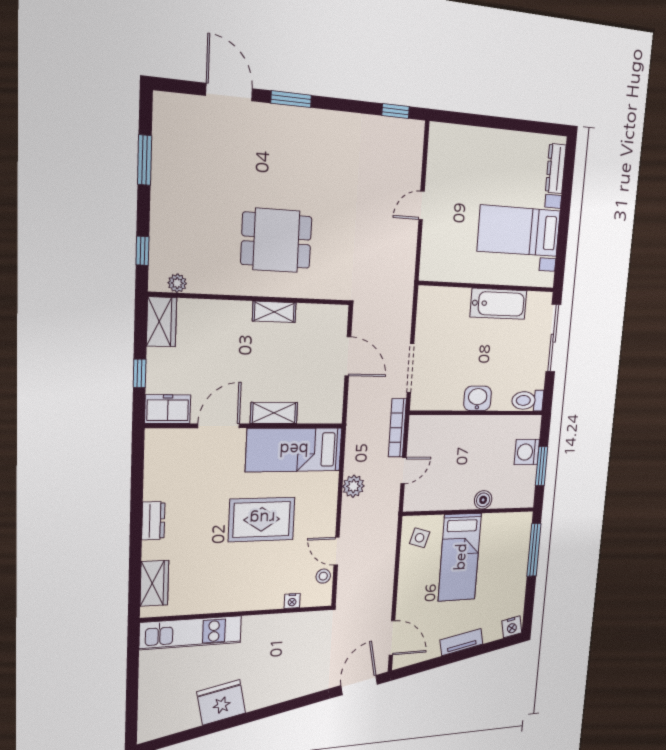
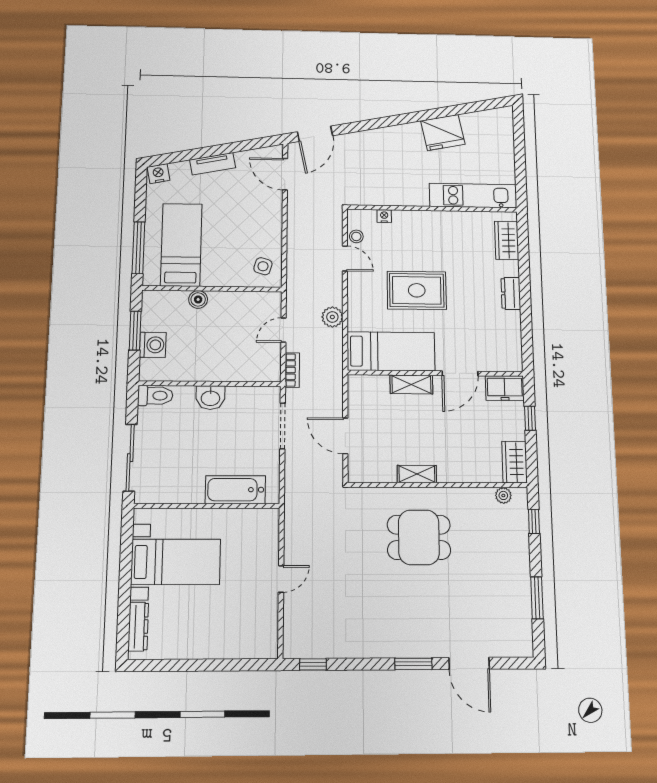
bathtub: (498, 304) -> (235, 490), moved
bookcase: (397, 428) -> (292, 370), width x0.64
bed: (460, 557) -> (181, 245), moved

